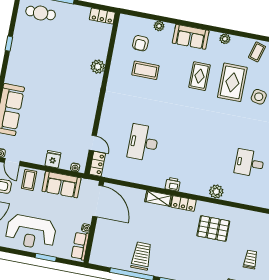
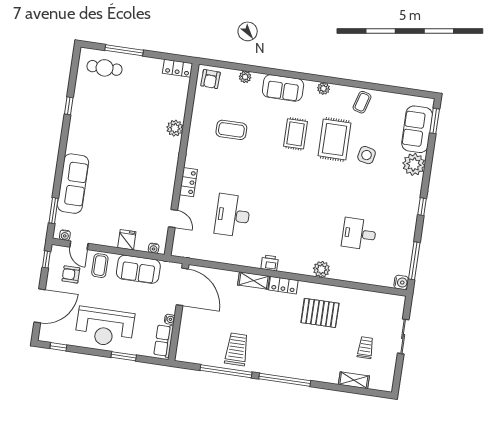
armchair: (140, 43) -> (210, 79), moved
locker: (97, 164) -> (188, 182), moved

